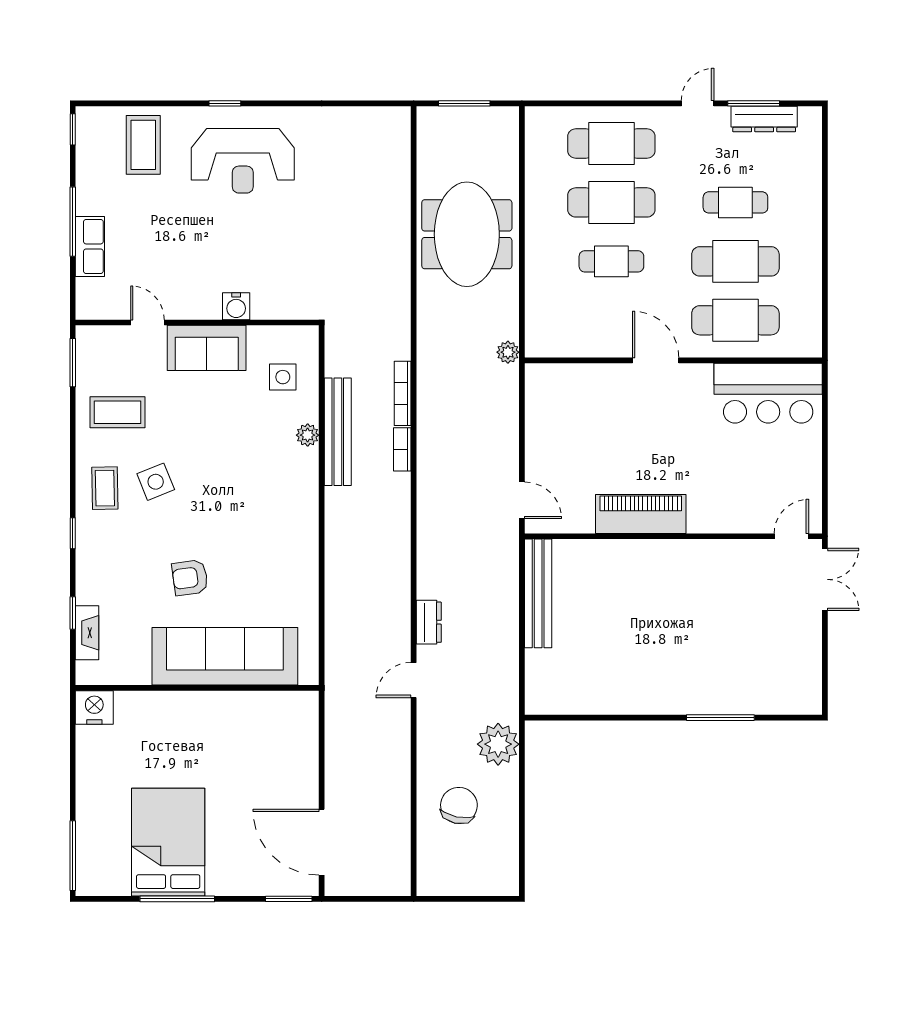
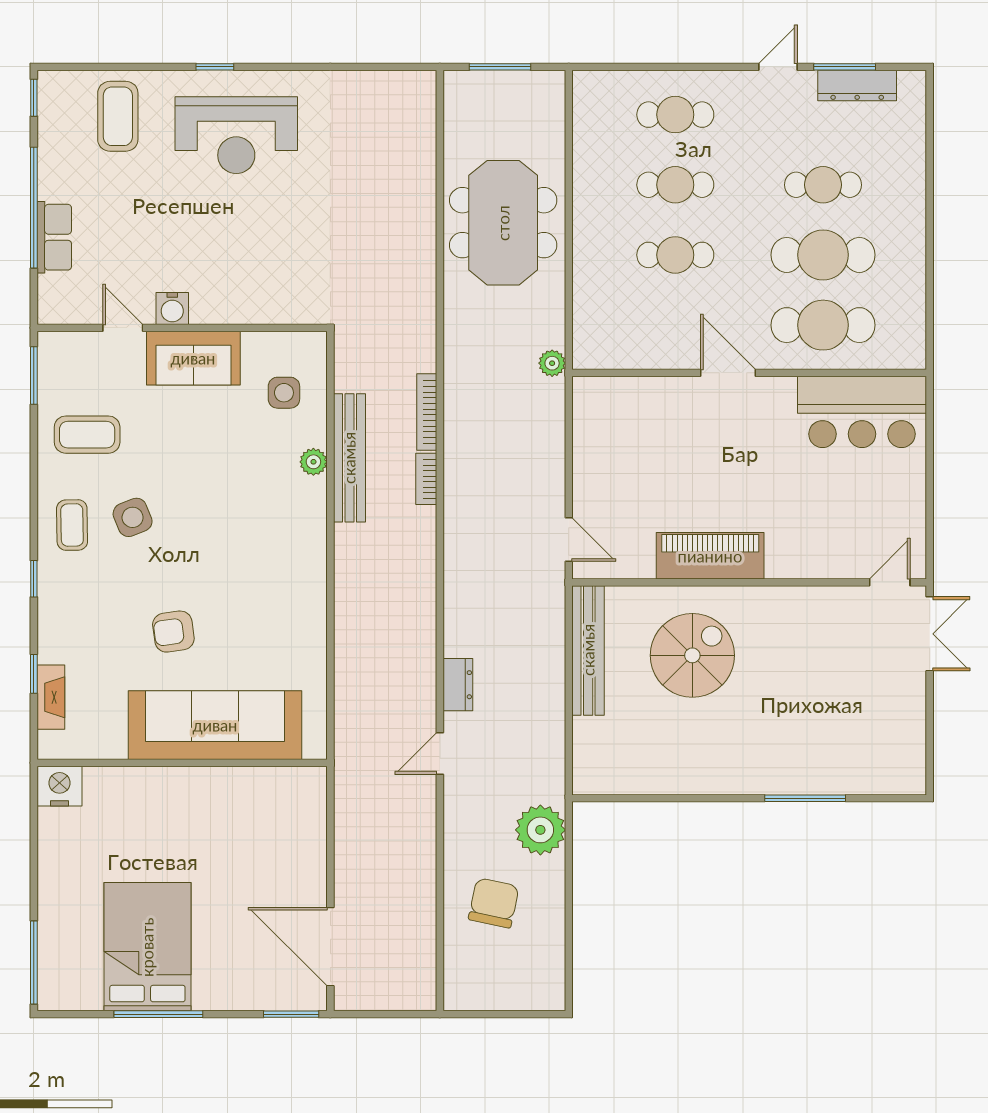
cafe table: (611, 144) -> (675, 115), width x0.73, depth x0.74
cafe table: (611, 202) -> (675, 185), width x0.73, depth x0.74
window: (73, 222) -> (34, 208), width x1.46
water cooler: (236, 306) -> (172, 308), moved
spiral stairs: (626, 598) -> (692, 655), added

